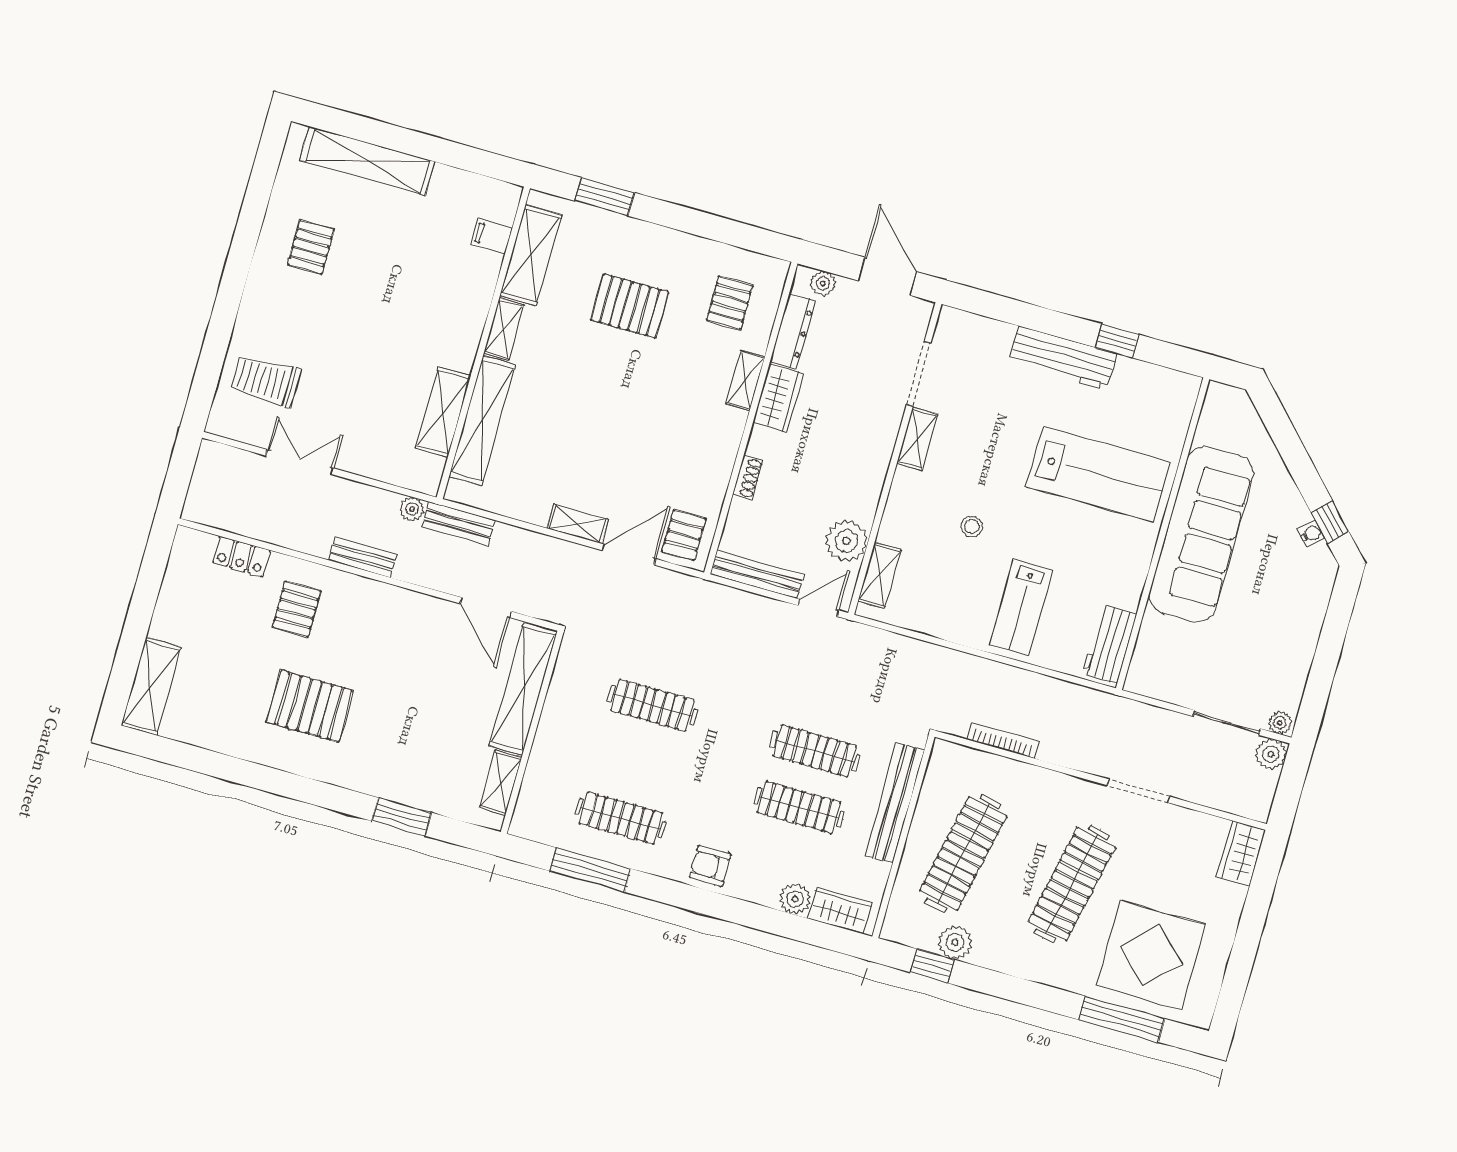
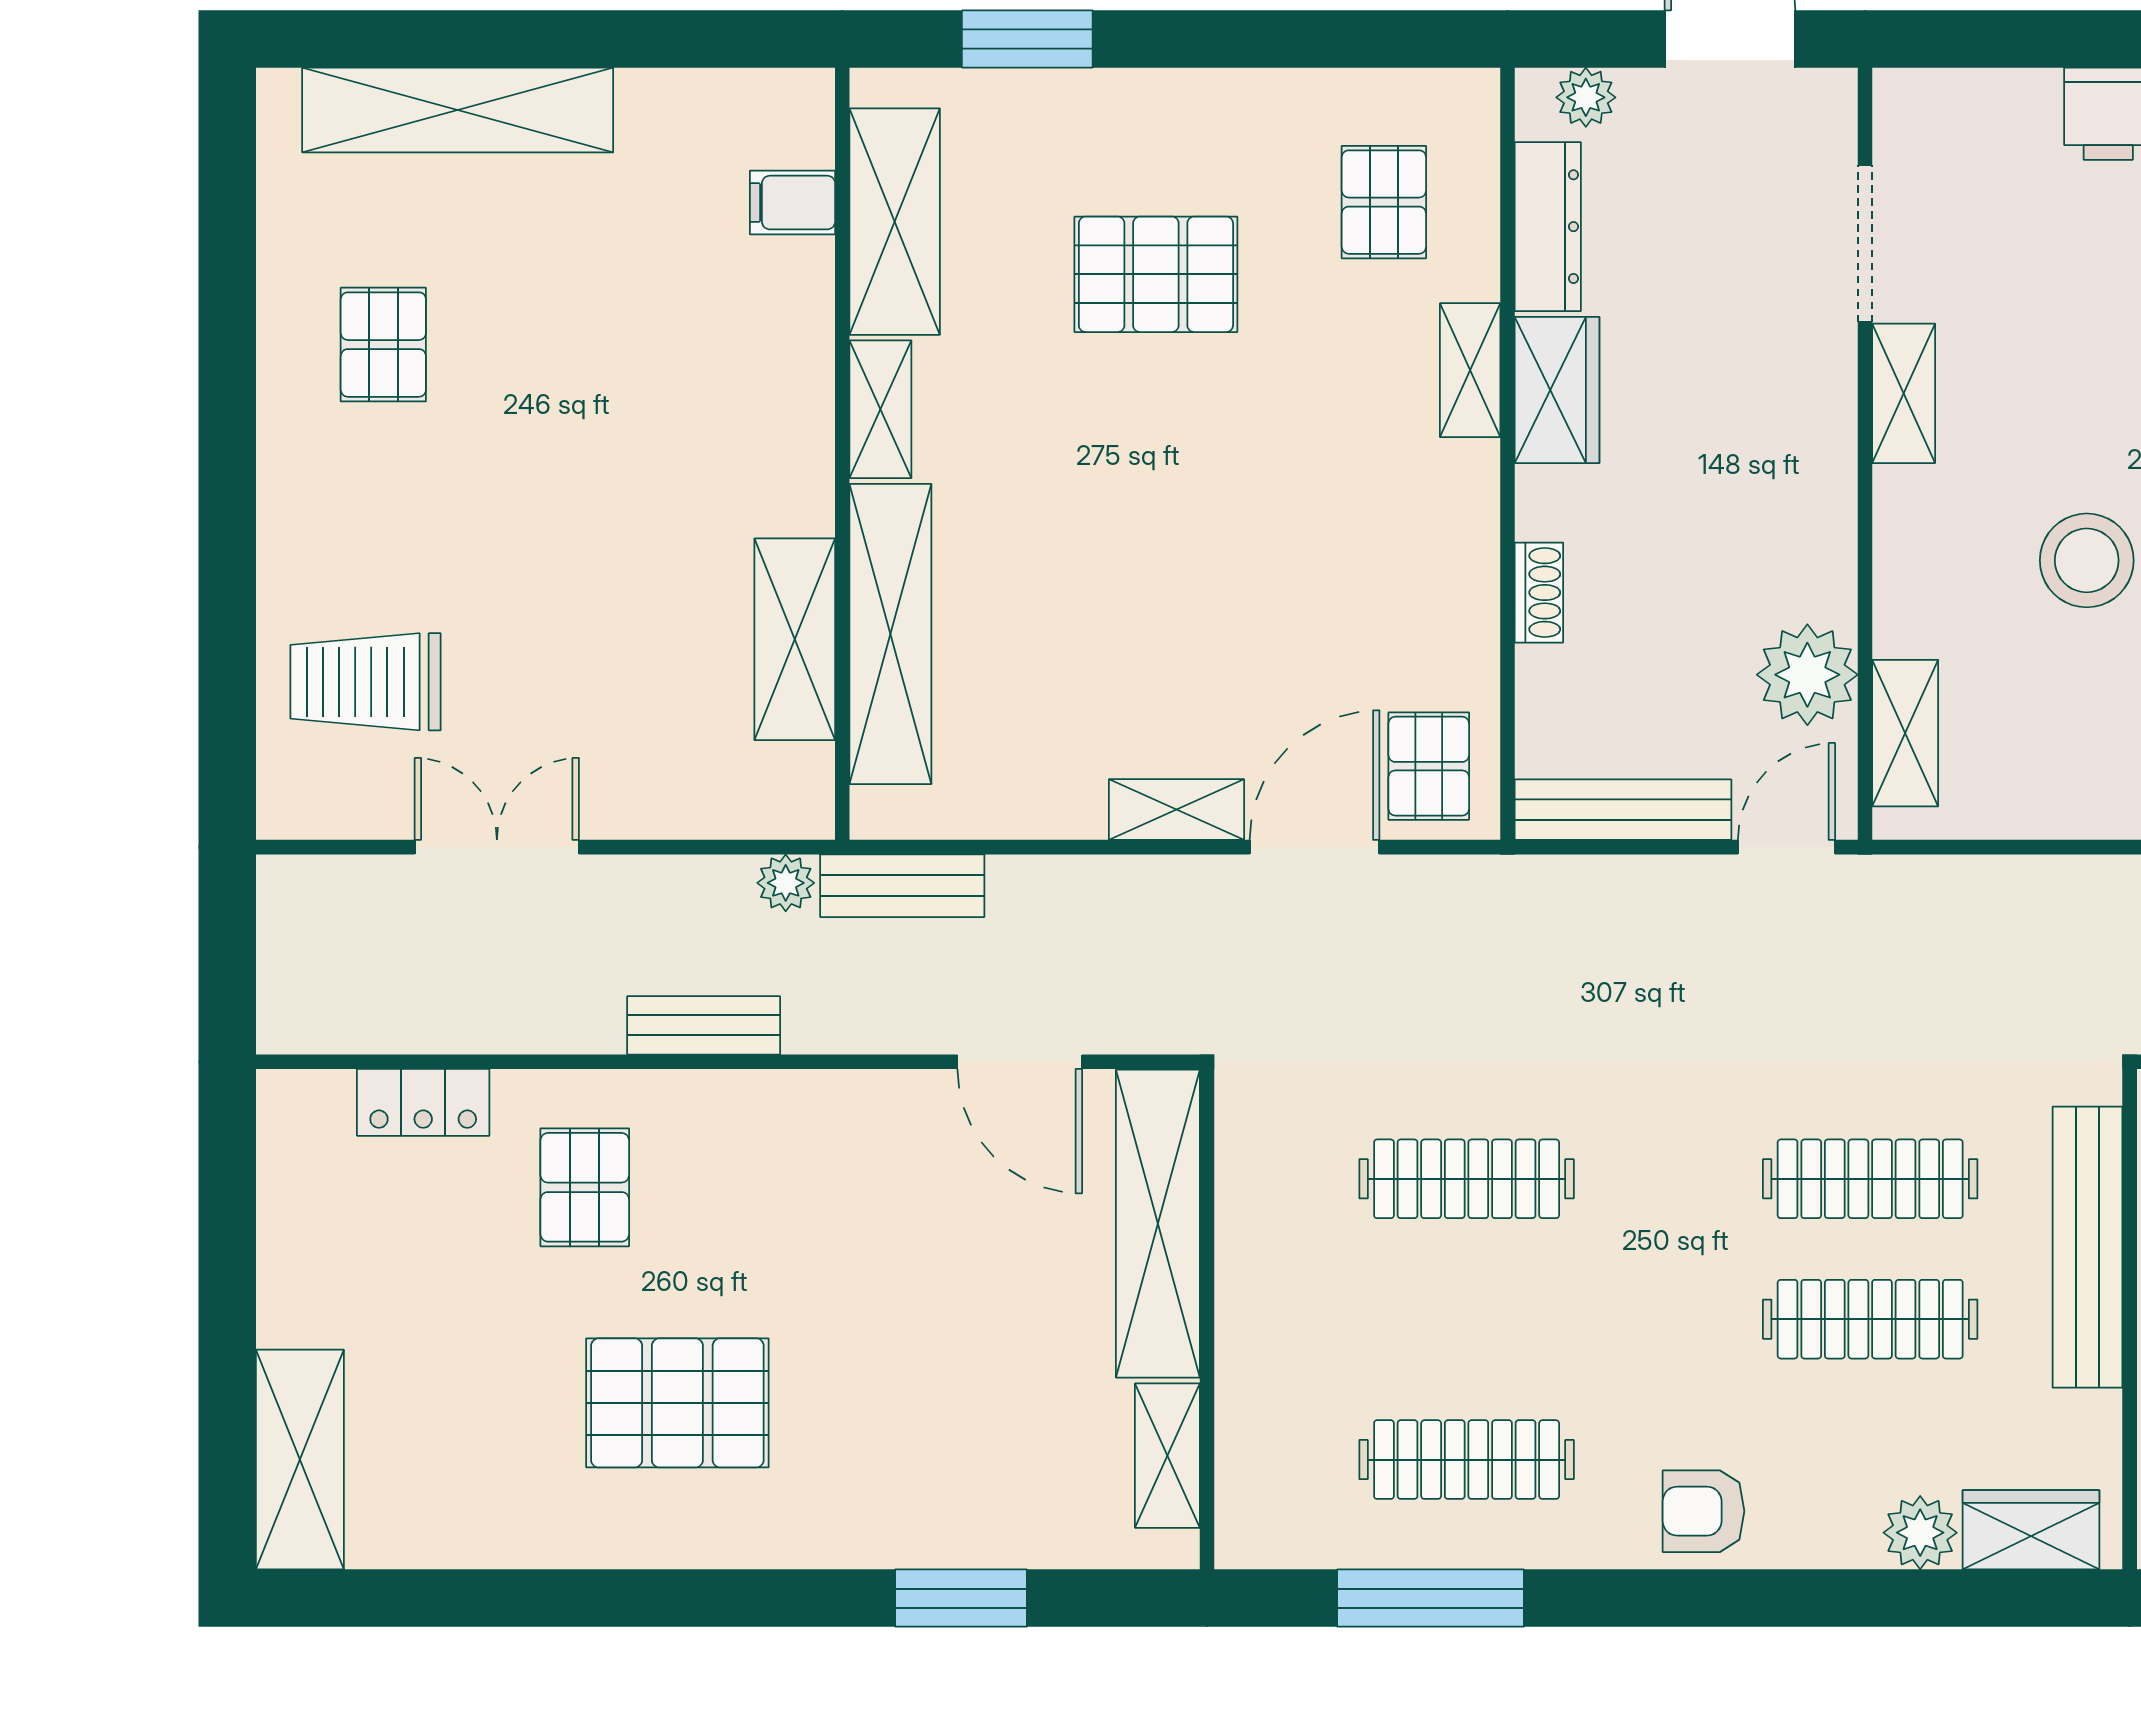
stool: (972, 526) -> (2087, 560), width x1.89, depth x1.89

